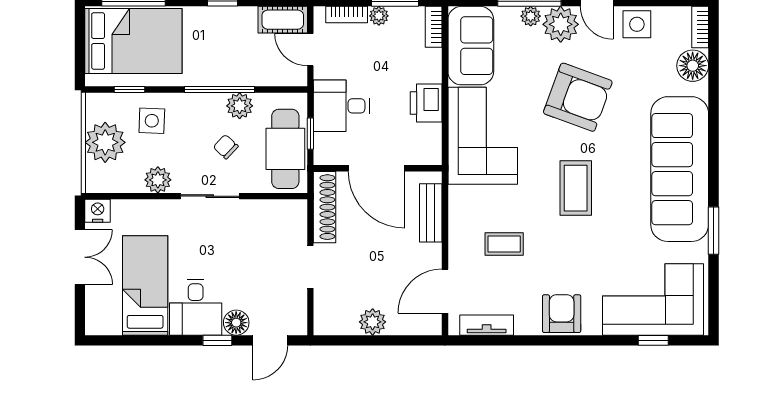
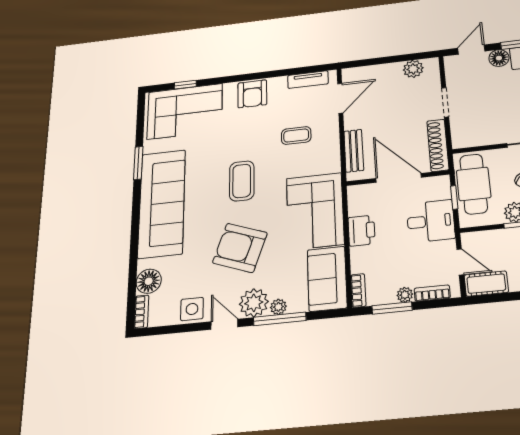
plant: (373, 322) -> (413, 69), moved

